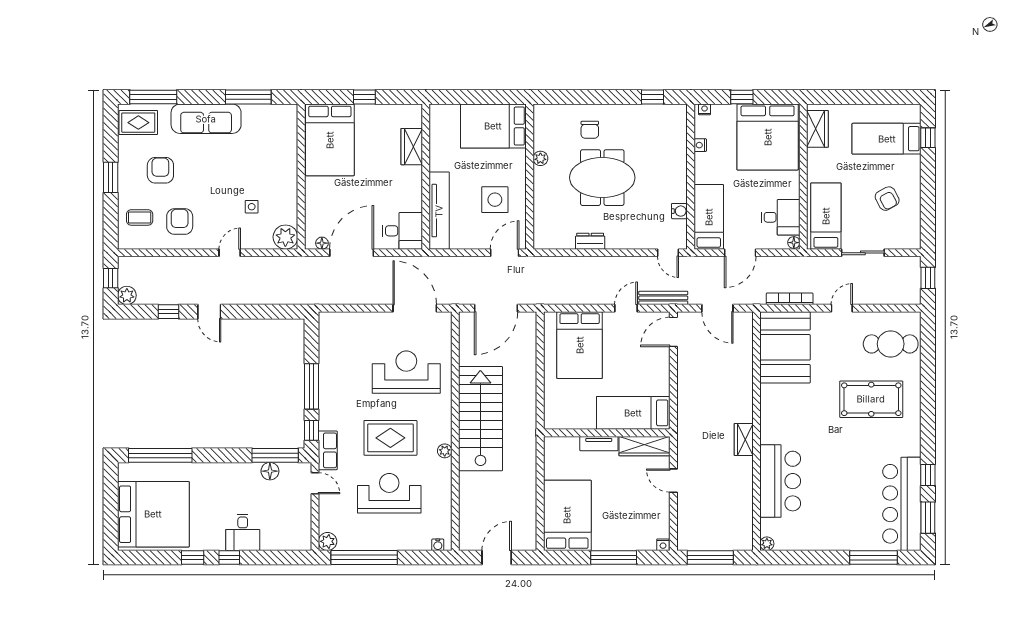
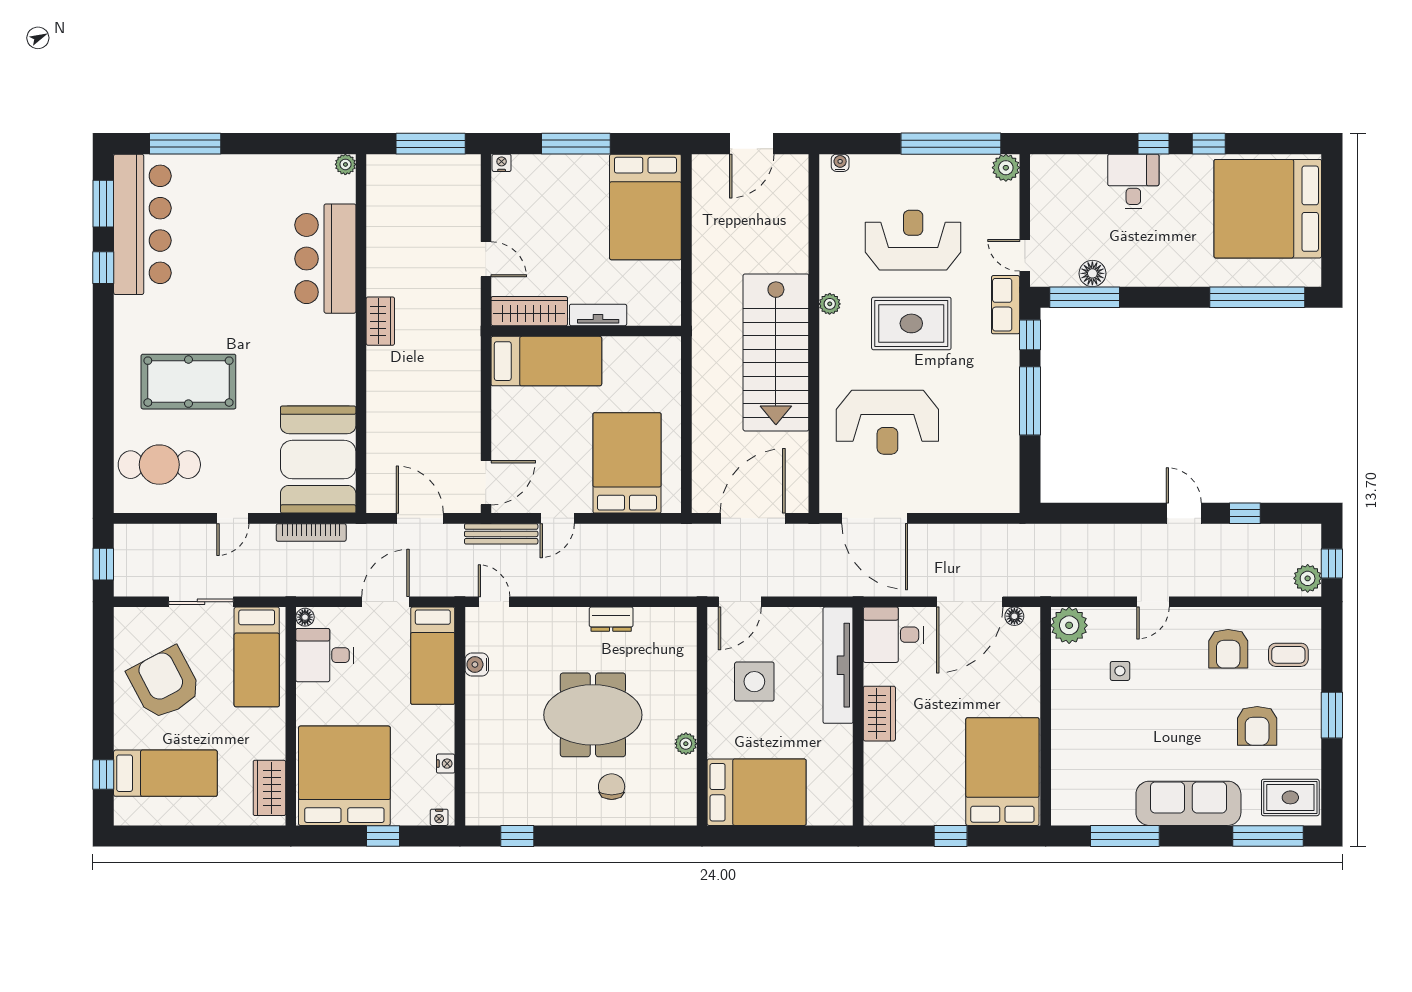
wardrobe: (412, 147) -> (879, 714), moved
armchair: (887, 199) -> (165, 683), width x1.88, depth x1.88
plant: (127, 295) -> (1308, 578), moved
reception desk: (389, 493) -> (913, 240), turned 180

